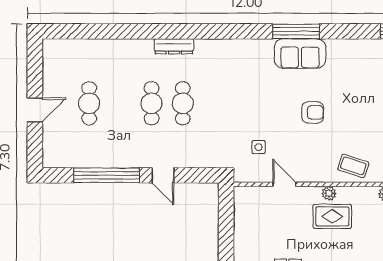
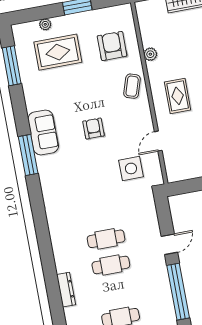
dresser: (174, 46) -> (66, 290), moved
sofa: (300, 53) -> (43, 132), moved
side table: (259, 147) -> (131, 168), width x1.87, depth x1.87
plant: (329, 193) -> (159, 102), removed

